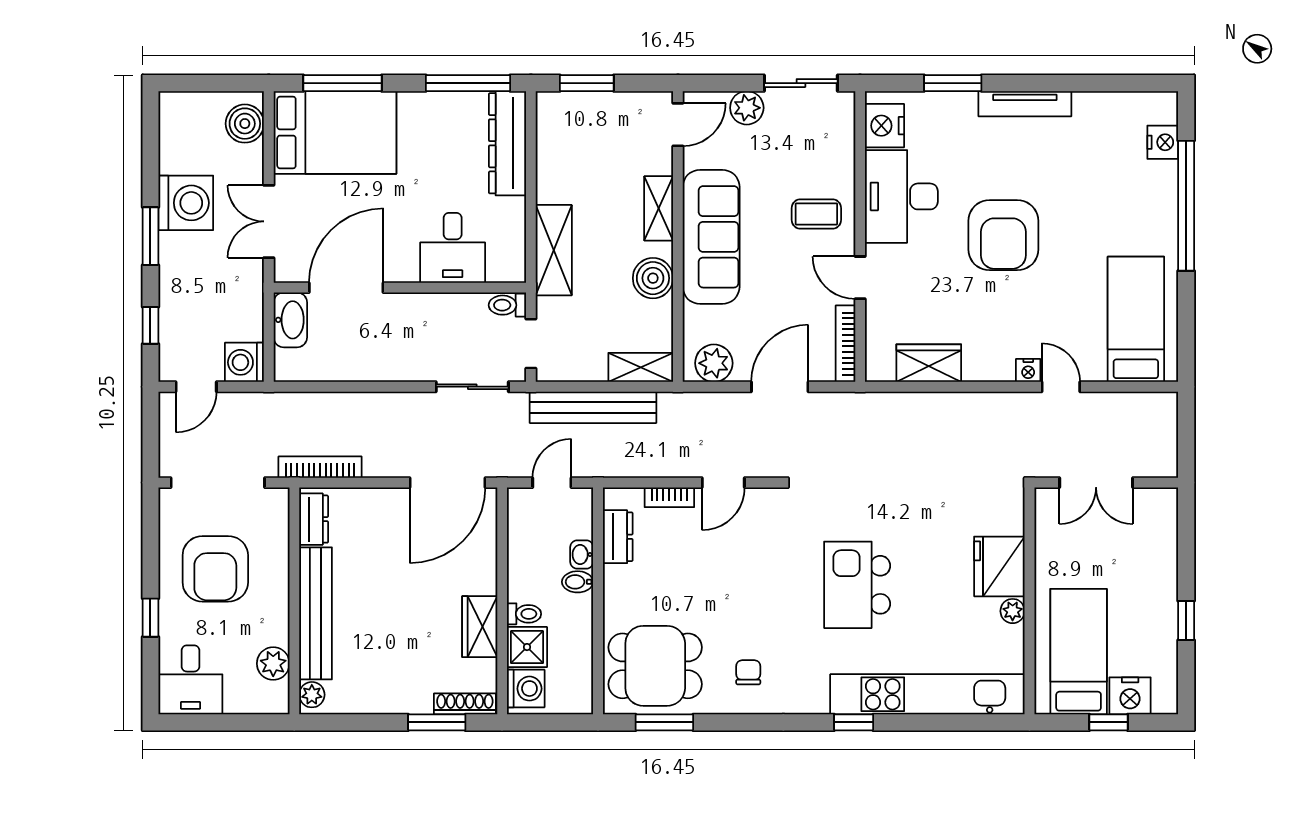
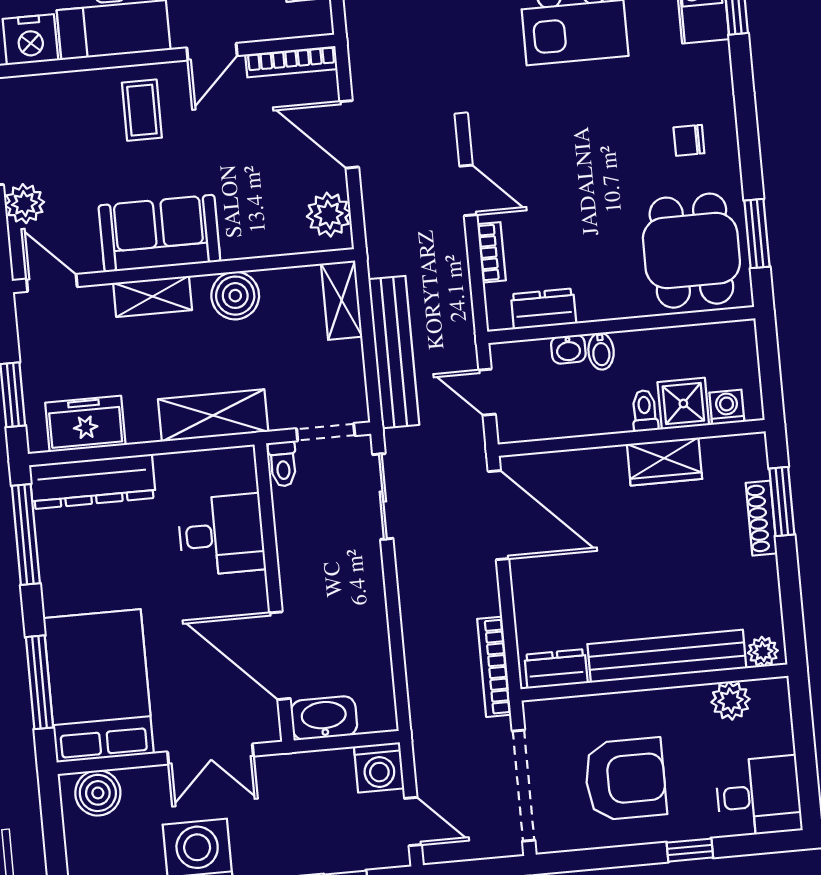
freezer: (557, 142) -> (85, 424), added
sofa: (711, 237) -> (159, 233), width x0.73
washing machine: (526, 689) -> (727, 407), width x0.73, depth x0.73
shoe rack: (465, 704) -> (761, 518), moved

